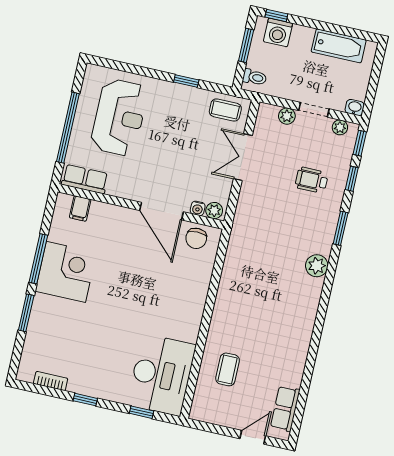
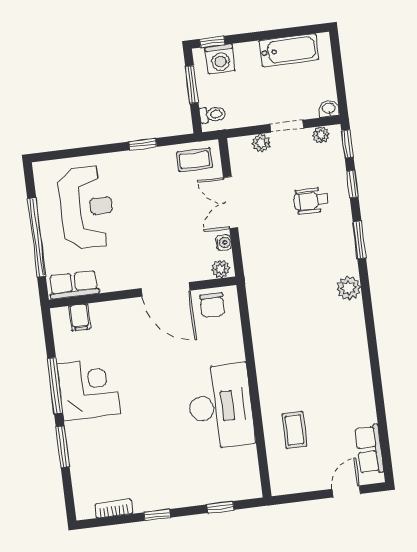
water cooler: (198, 208) -> (224, 243), moved, turned -90
desk: (161, 375) -> (221, 406), moved

